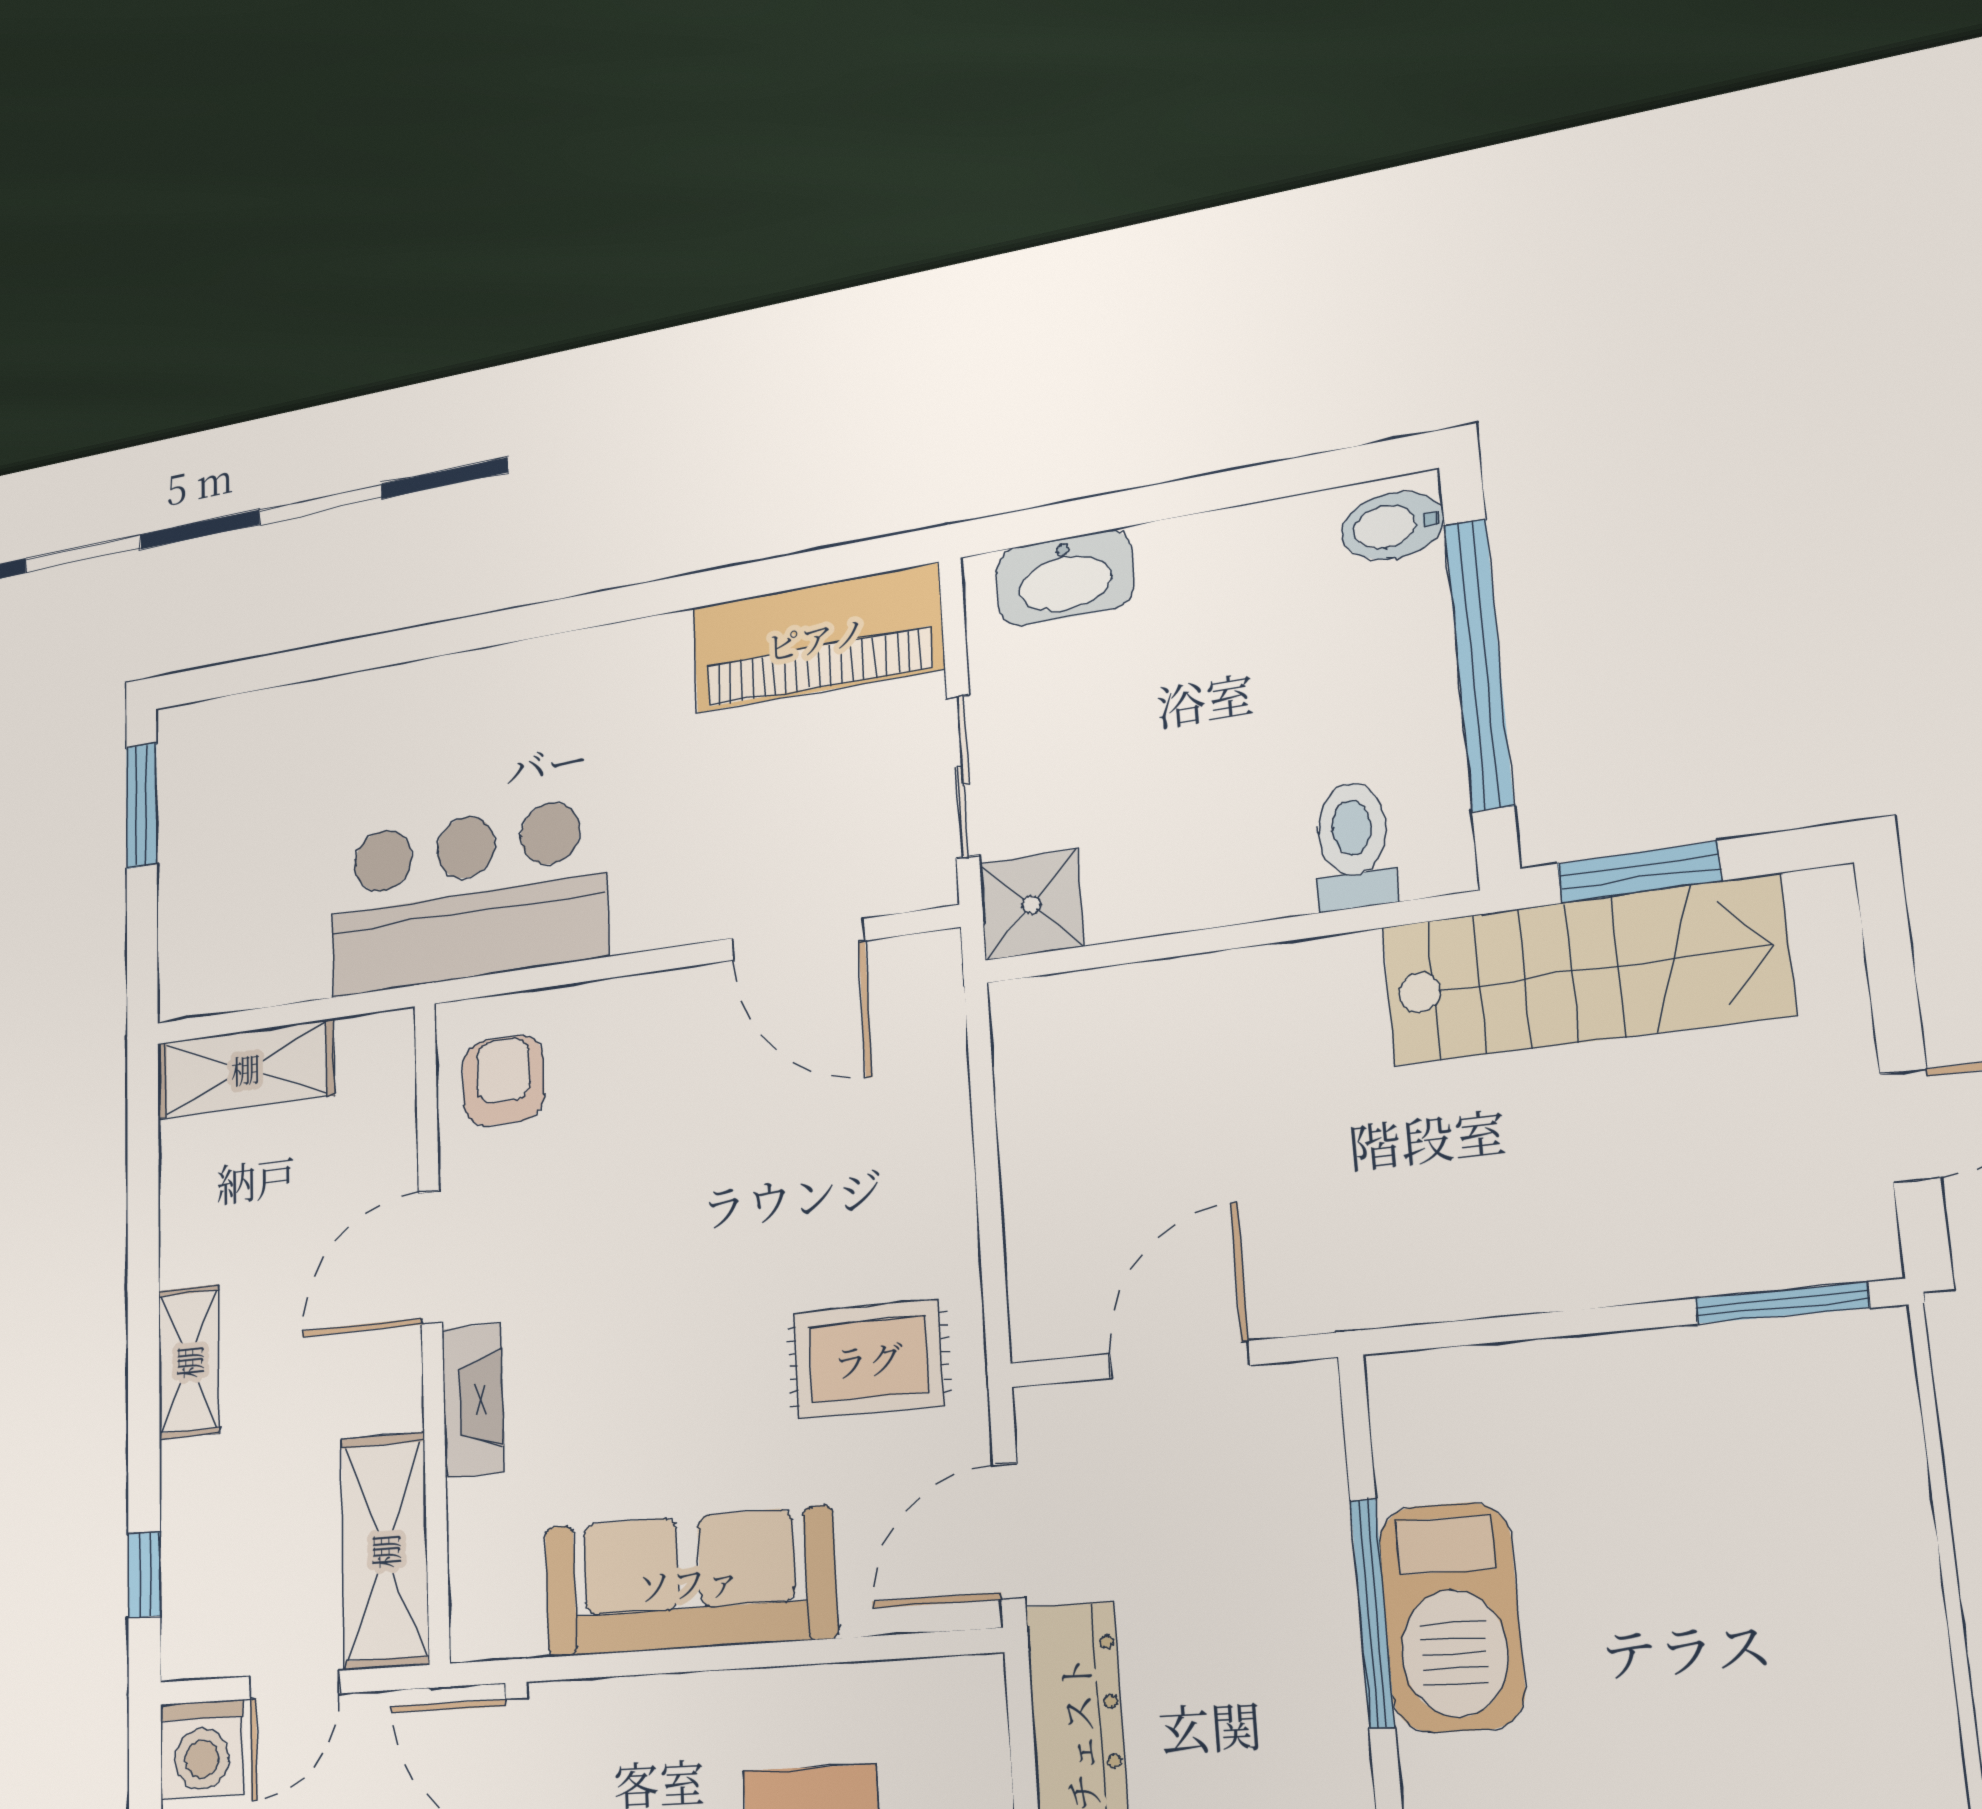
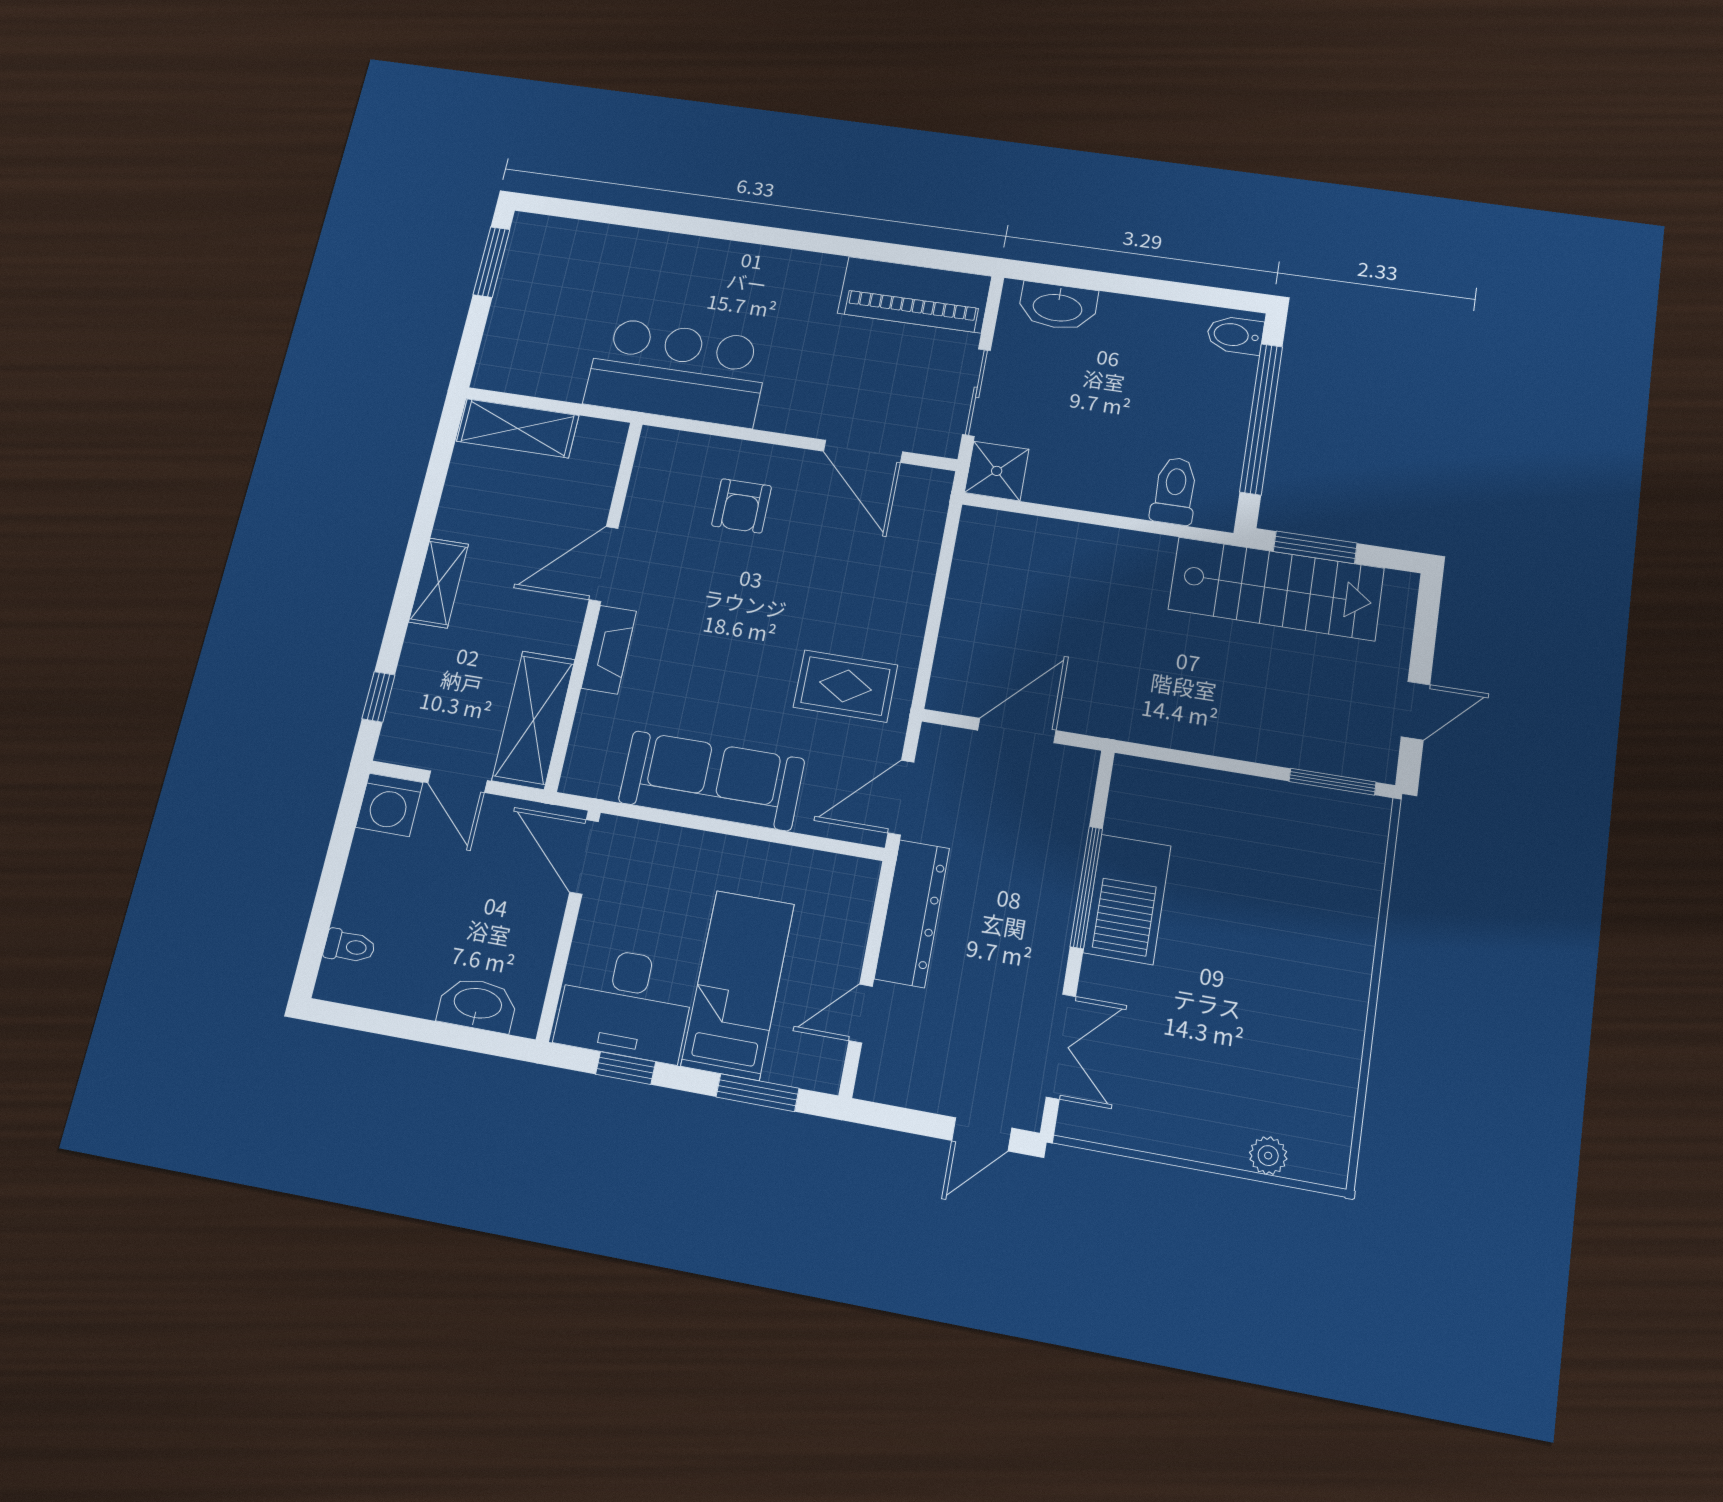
armchair: (503, 1081) -> (742, 506), moved, turned 180
door: (294, 1685) -> (457, 782), hinge flipped

